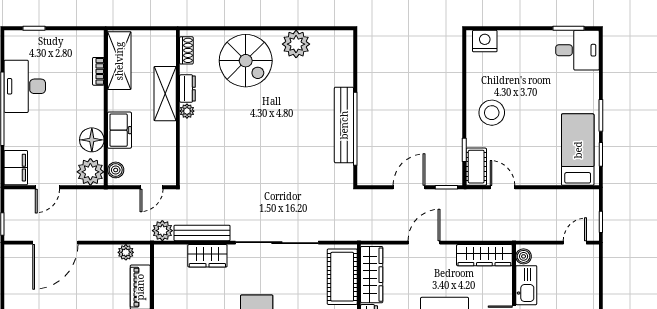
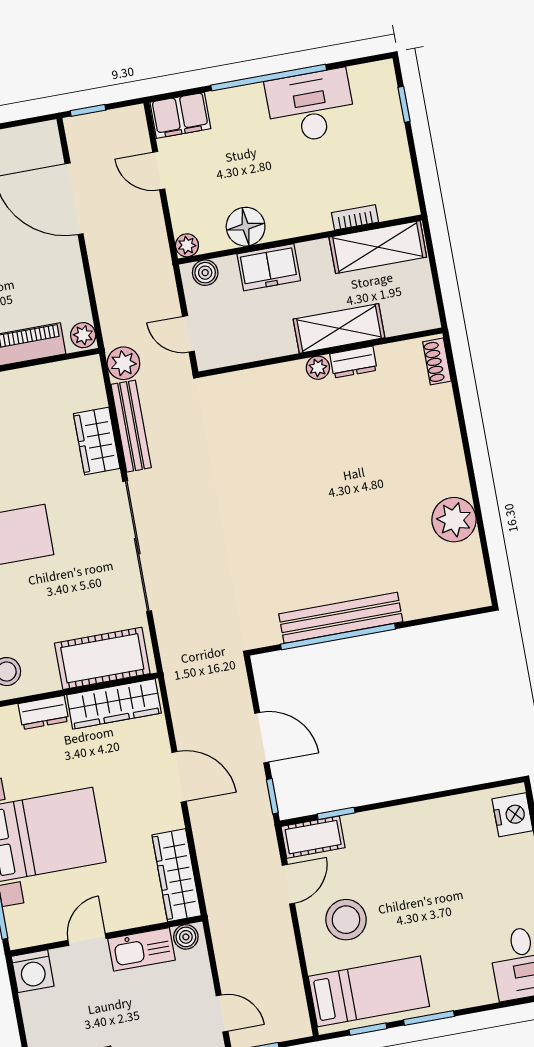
shoe rack: (186, 50) -> (437, 361), moved, turned 90
spiral stairs: (246, 61) -> (414, 445), removed
stool: (492, 113) -> (346, 920), moved
plant: (90, 172) -> (187, 245), width x0.53, depth x0.53
plant: (126, 252) -> (83, 335), moved

